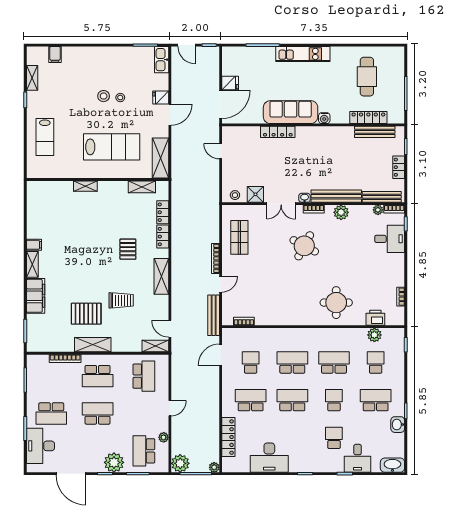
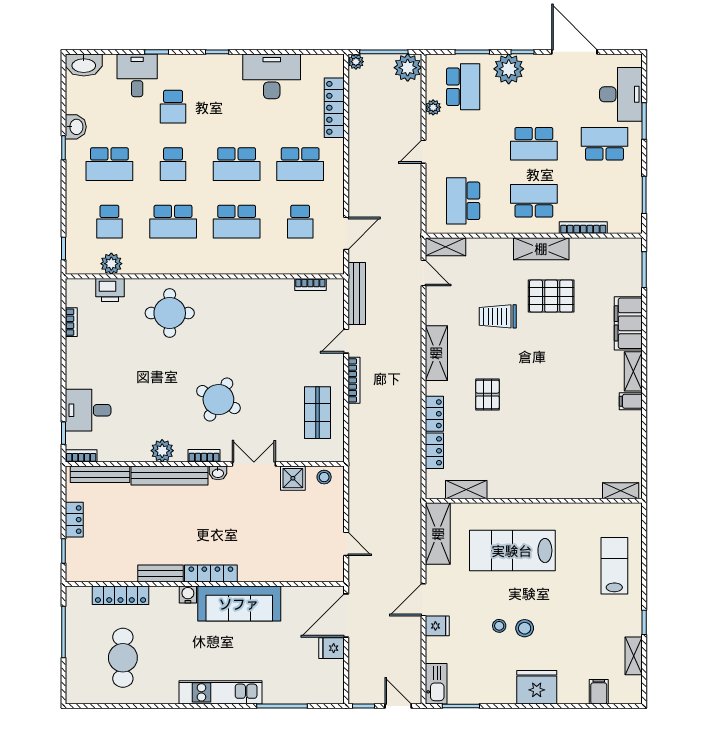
fridge: (96, 57) -> (537, 687), added
locker: (278, 132) -> (211, 573), moved
bench: (375, 132) -> (161, 573), moved, width x0.73
shelving: (85, 186) -> (621, 491), moved
plant: (378, 210) -> (106, 454), removed

